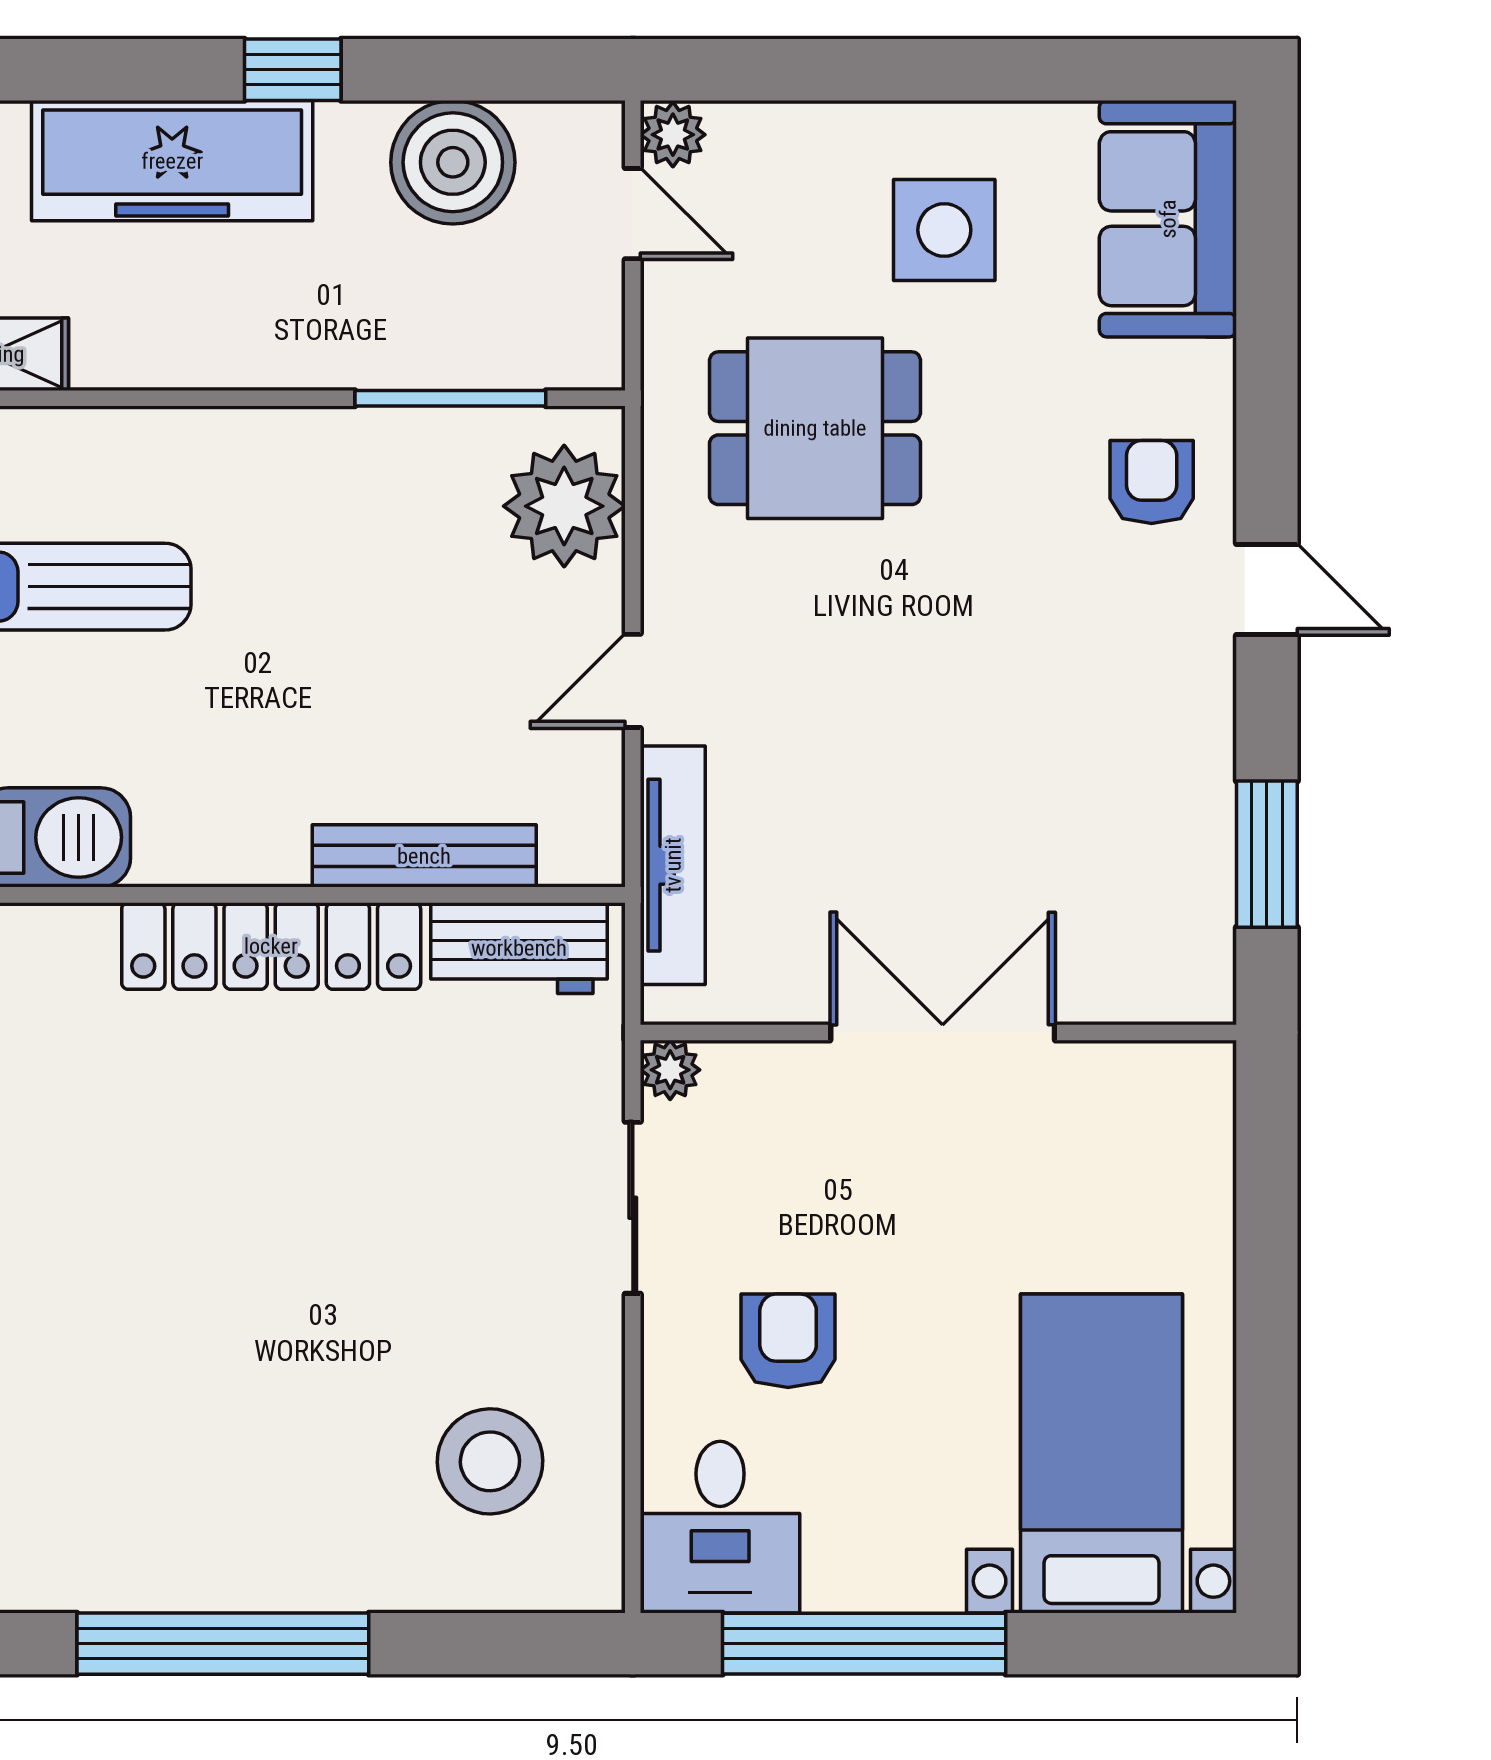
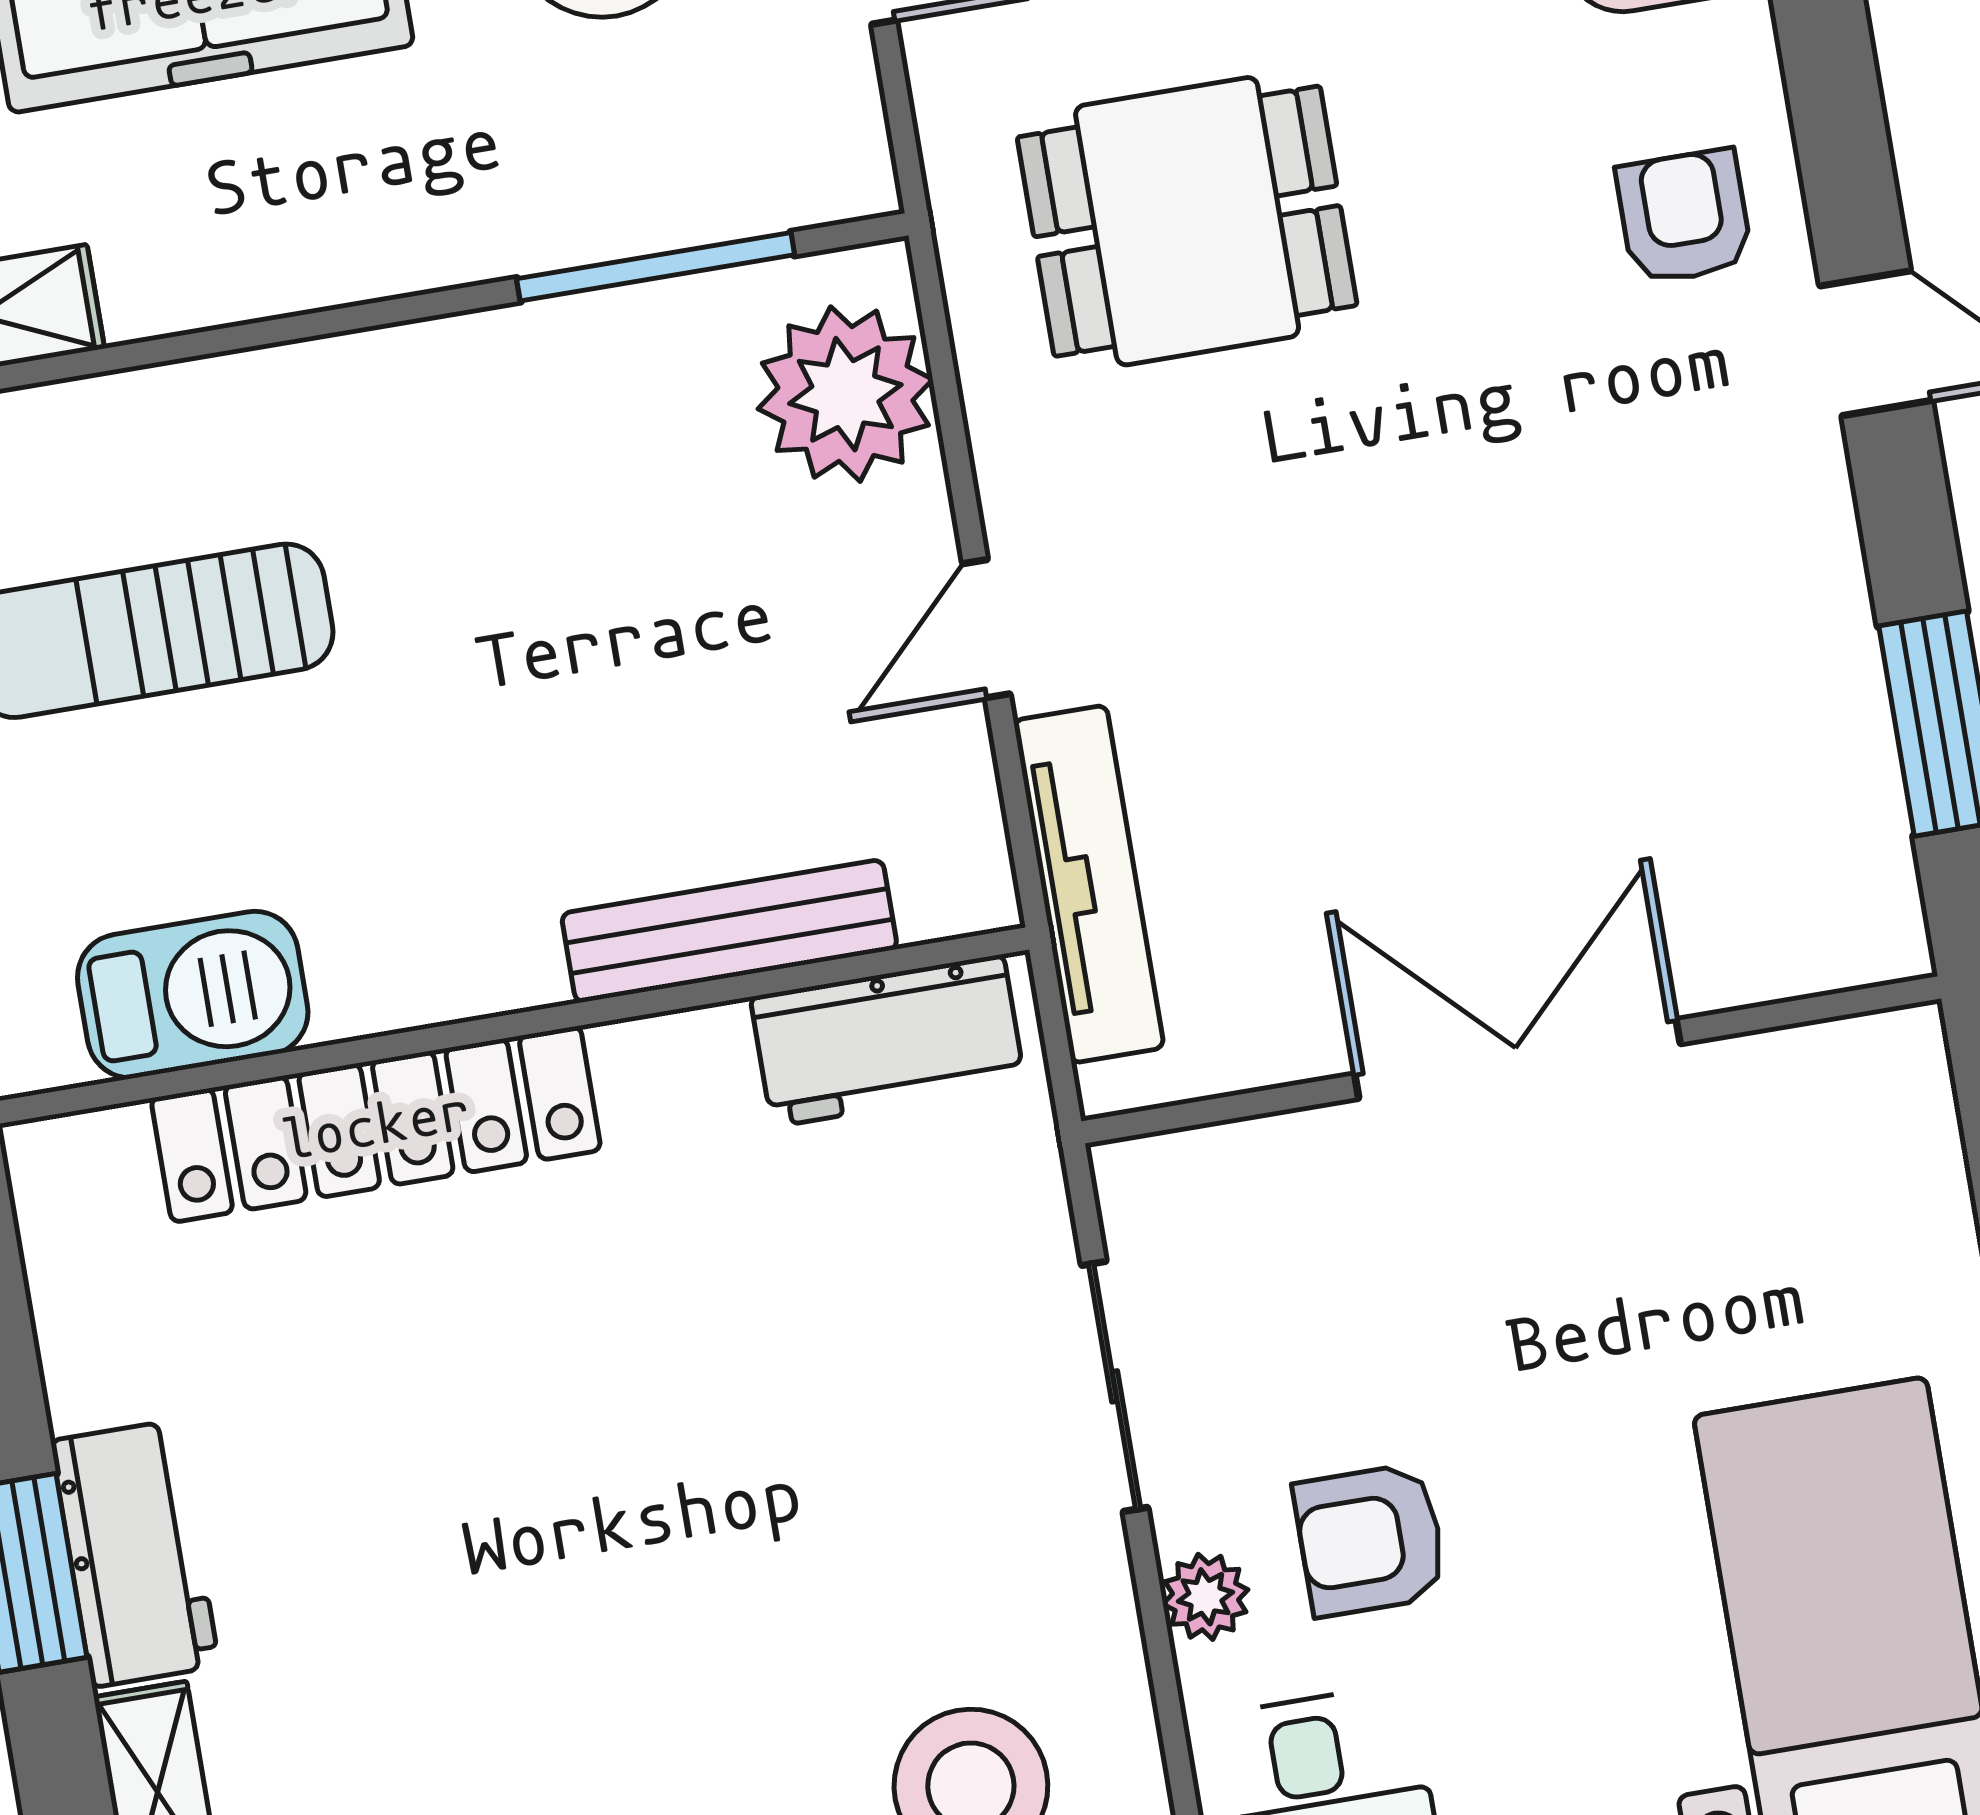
locker: (271, 946) -> (376, 1124), moved
plant: (670, 1070) -> (1205, 1597), moved
armchair: (788, 1341) -> (1370, 1540), turned -90

